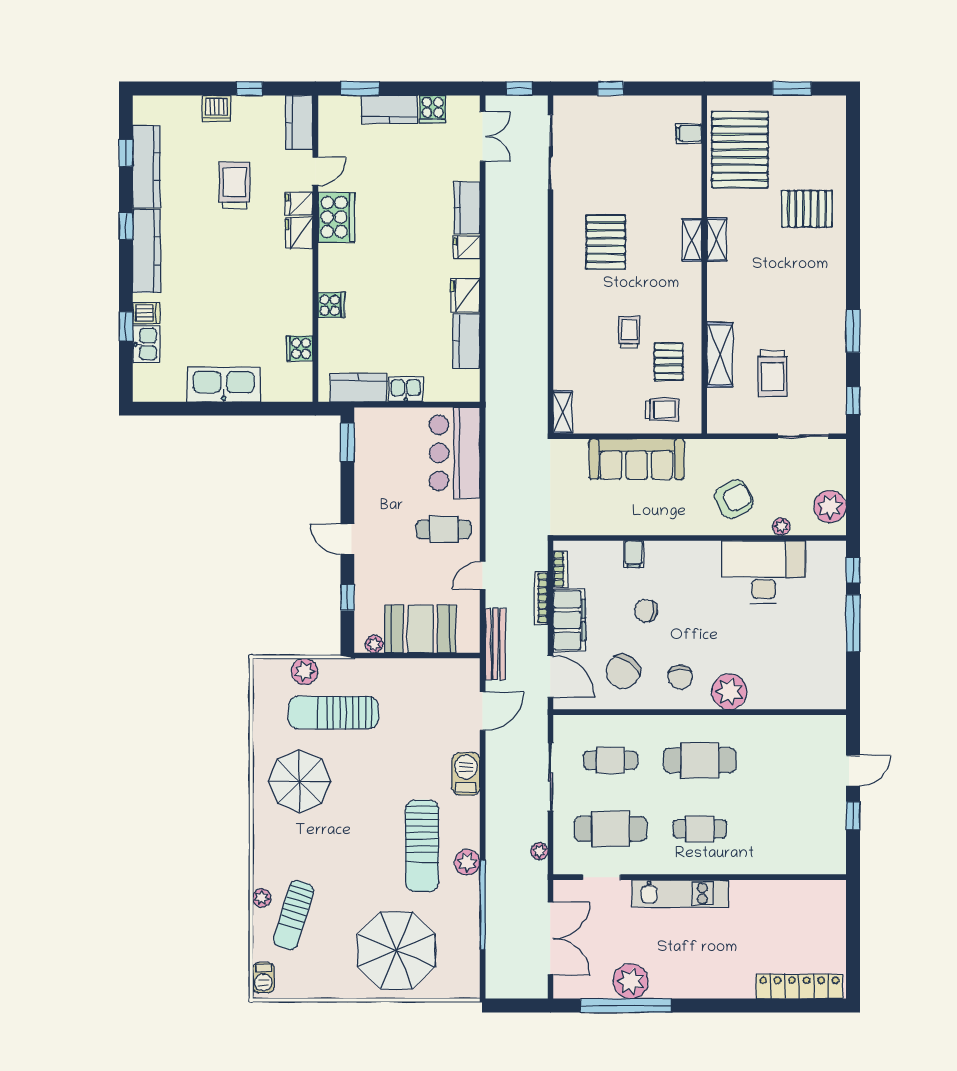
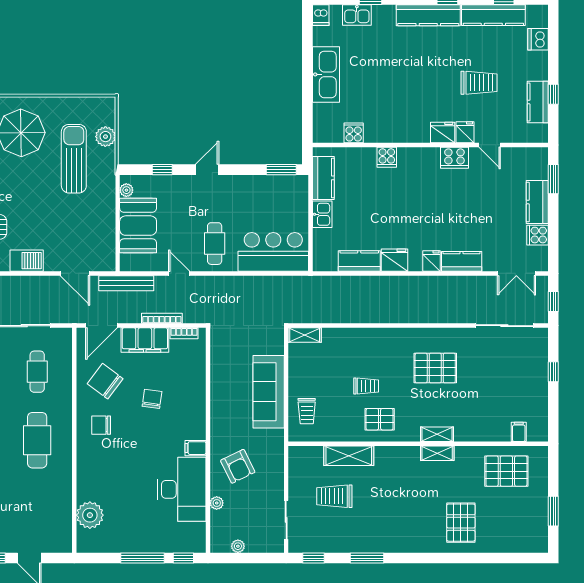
dishwasher: (217, 108) -> (538, 39), moved
kitchen counter: (299, 122) -> (538, 102), moved, turned -90
pallet: (740, 150) -> (506, 471), width x0.73, depth x0.71
cooker: (336, 217) -> (454, 158), width x0.73, depth x0.76
dishwasher: (146, 313) -> (321, 15), moved
pallet: (669, 362) -> (380, 419), moved
plant: (830, 506) -> (238, 546), width x0.53, depth x0.53
filing cabinet: (634, 554) -> (196, 448), moved
plant: (729, 692) -> (90, 515), moved

